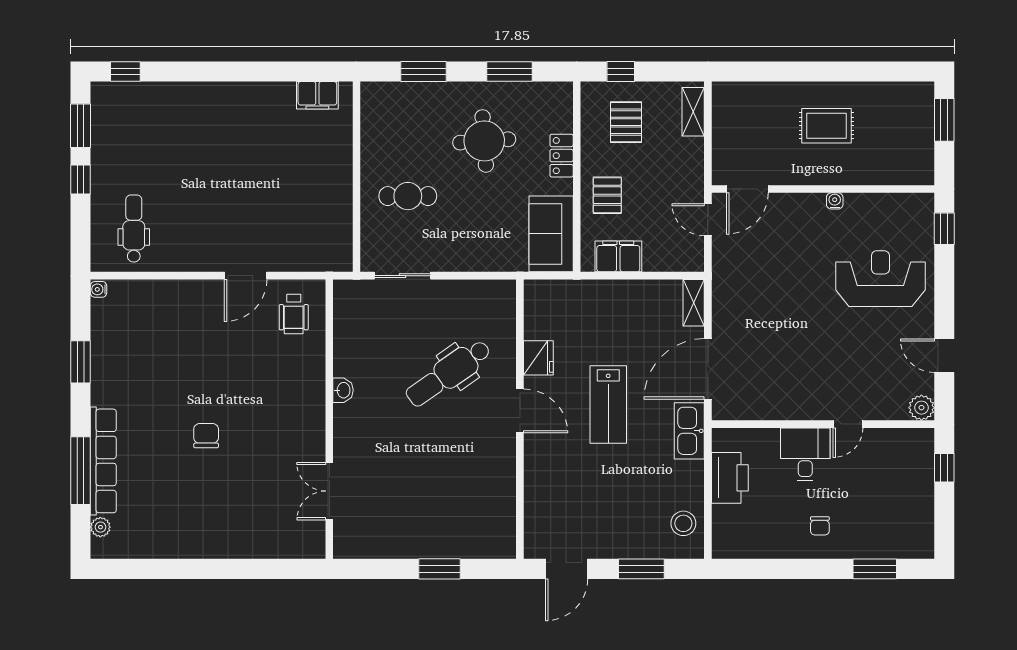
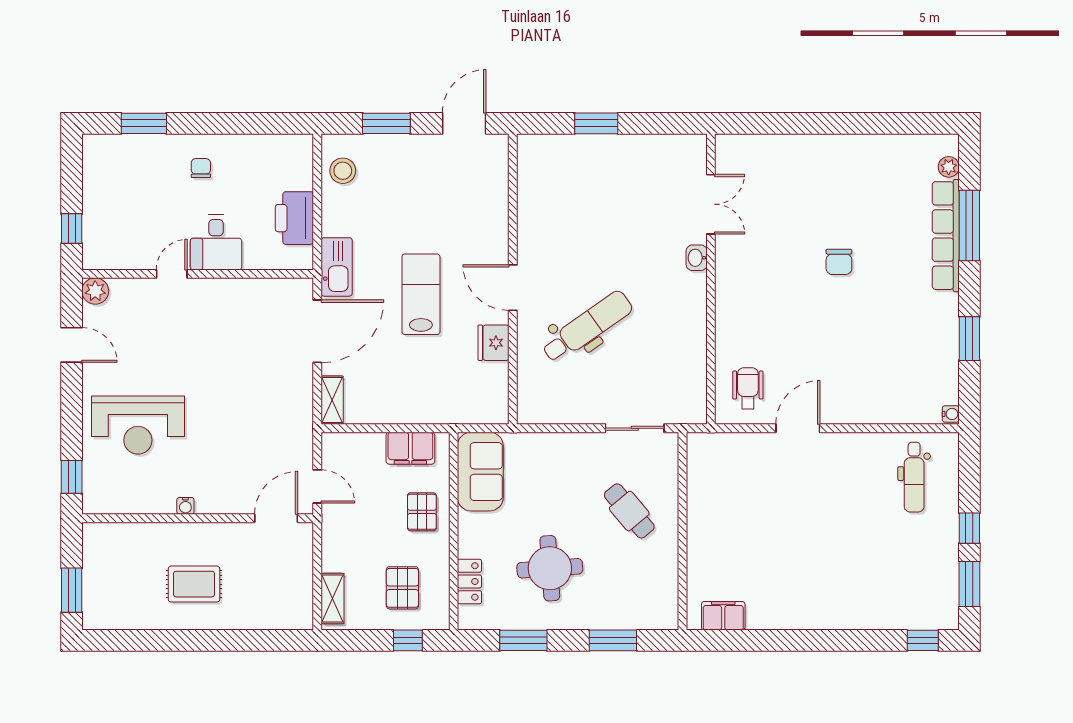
locker: (562, 156) -> (469, 581), moved
cafe table: (408, 196) -> (629, 511), turned 50
washbasin: (343, 390) -> (697, 258), moved

